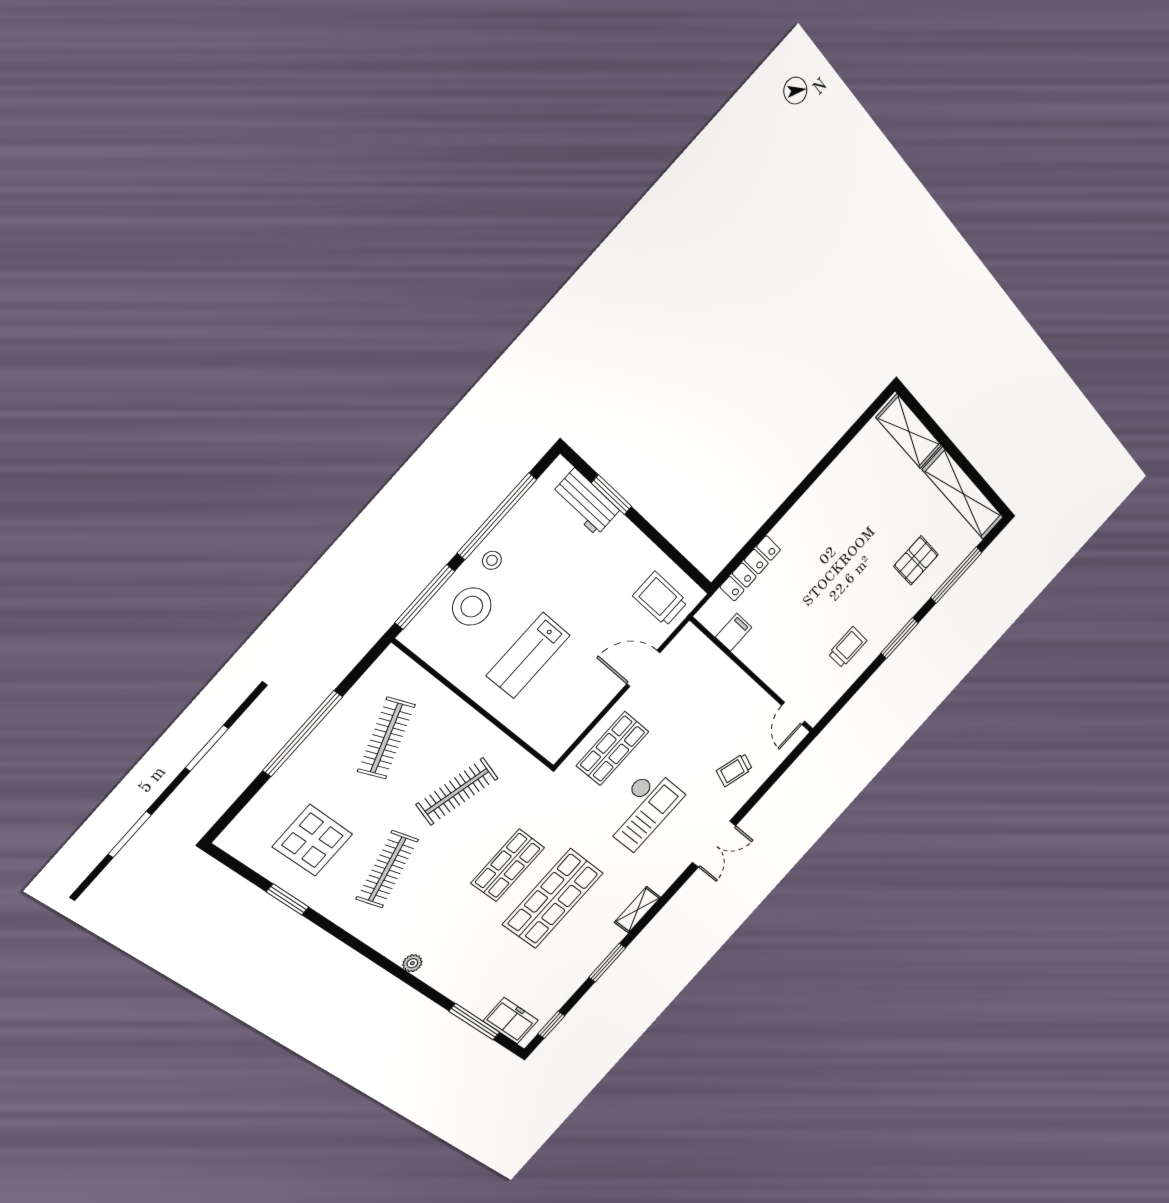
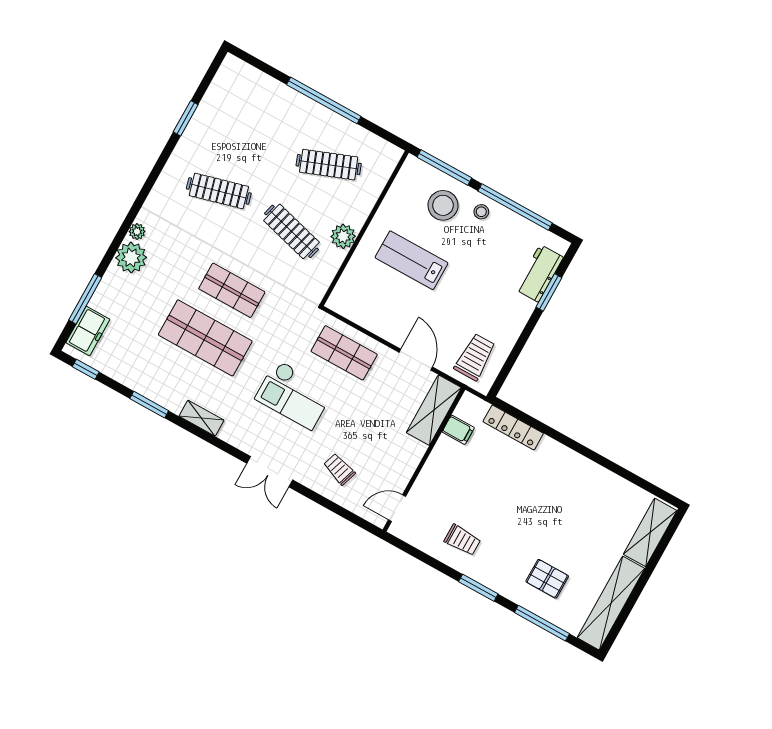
shelving: (704, 656) -> (434, 410), added
plant: (479, 732) -> (343, 236), added
display table: (313, 840) -> (238, 127), removed
plant: (441, 971) -> (131, 258), added

